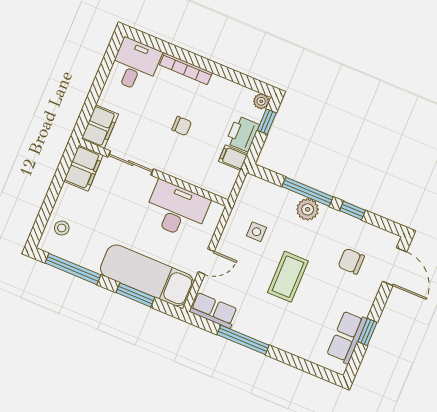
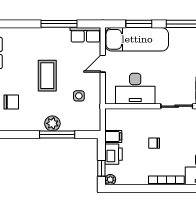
window: (352, 211) -> (24, 135), removed

